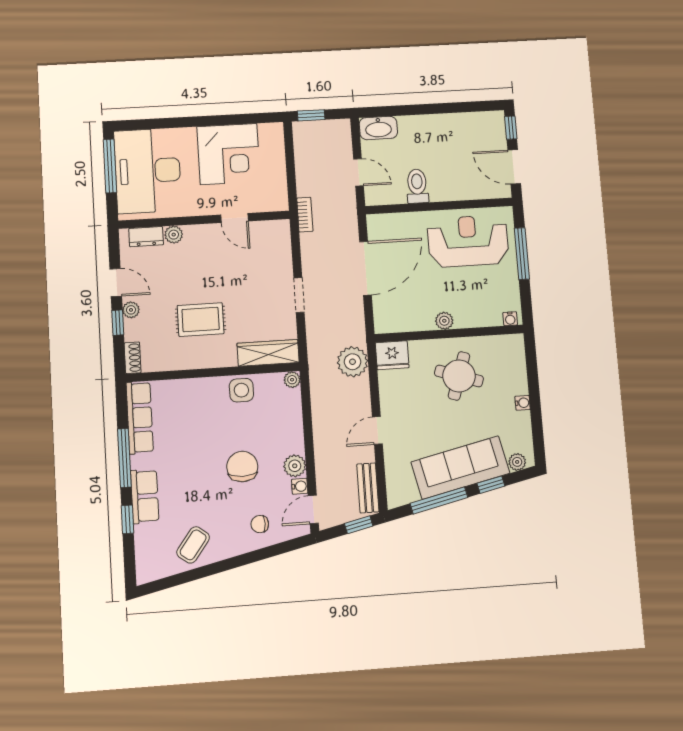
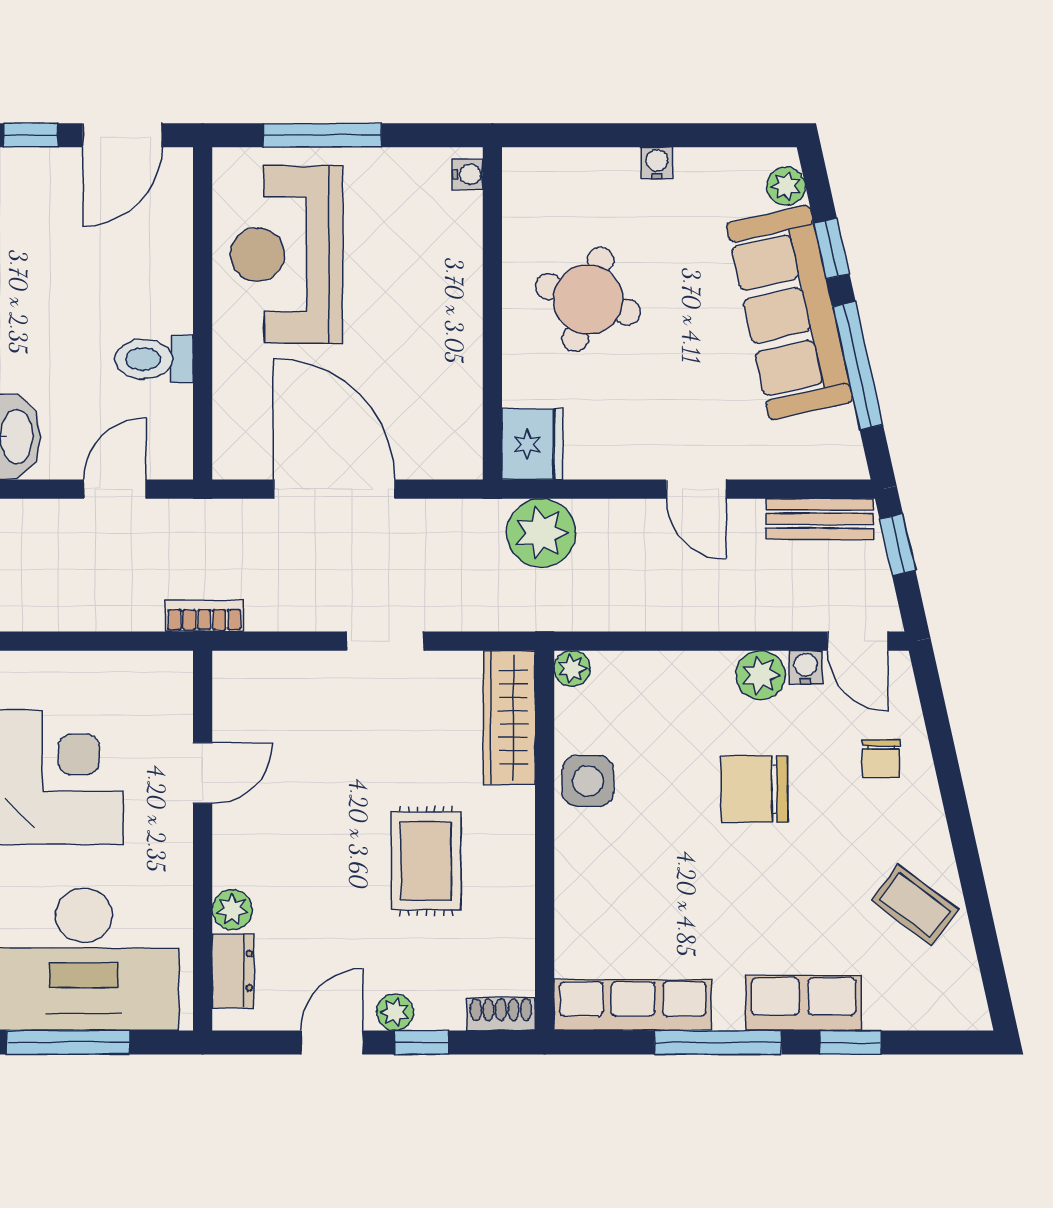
plant: (444, 321) -> (463, 322), removed

